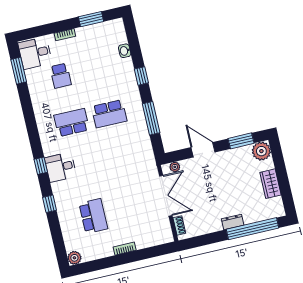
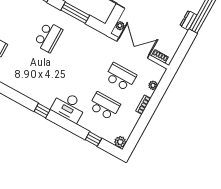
school desk: (72, 123) -> (121, 77), moved, turned 90
desk: (61, 167) -> (69, 107), moved, width x1.37
window: (50, 204) -> (93, 139), moved
plant: (149, 242) -> (153, 85), added

